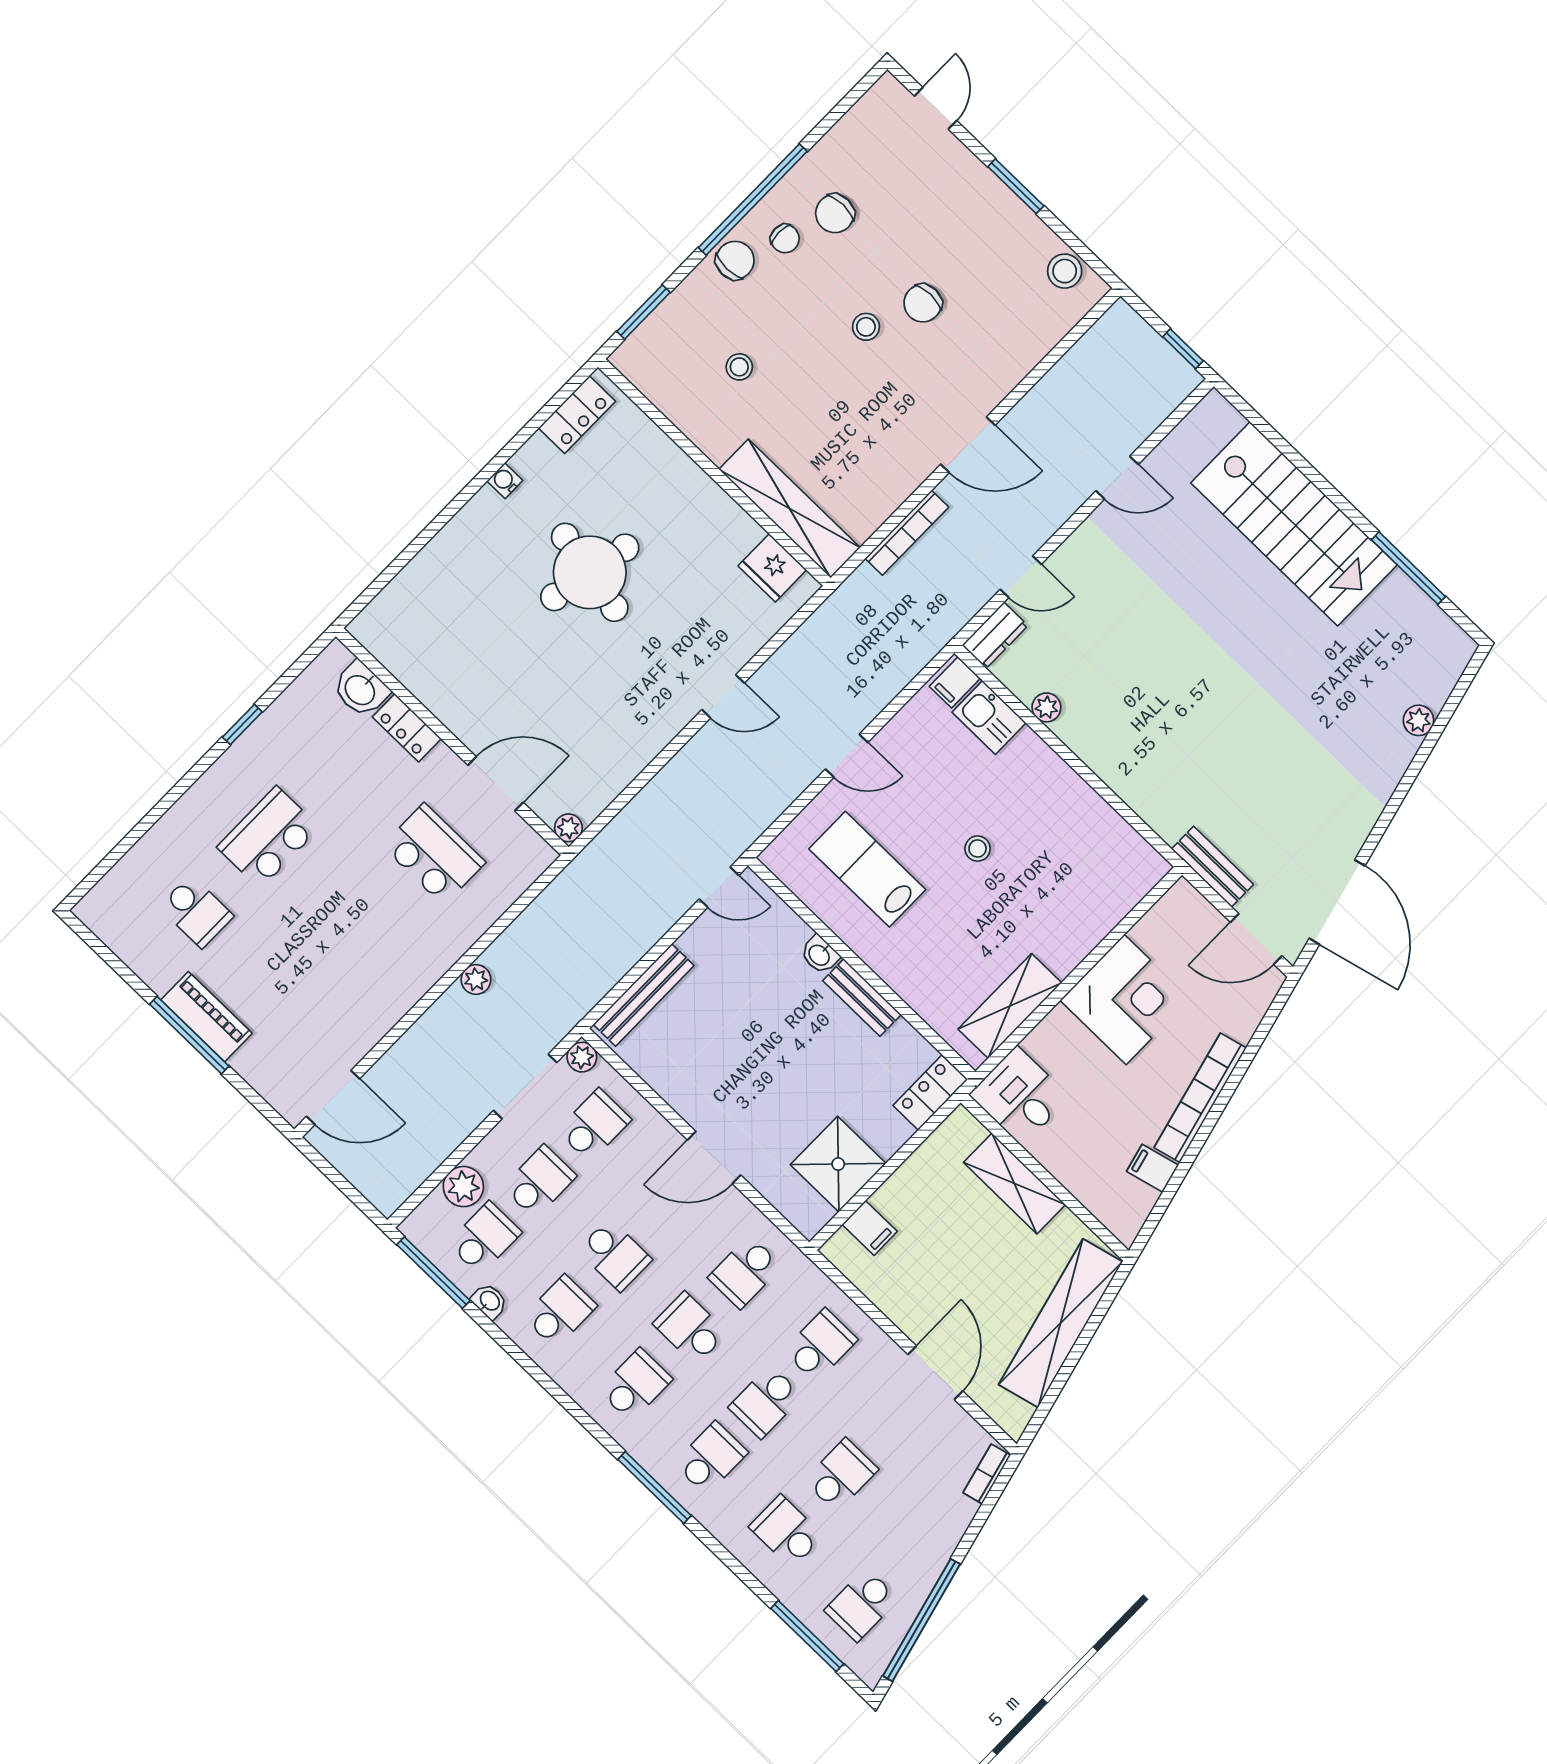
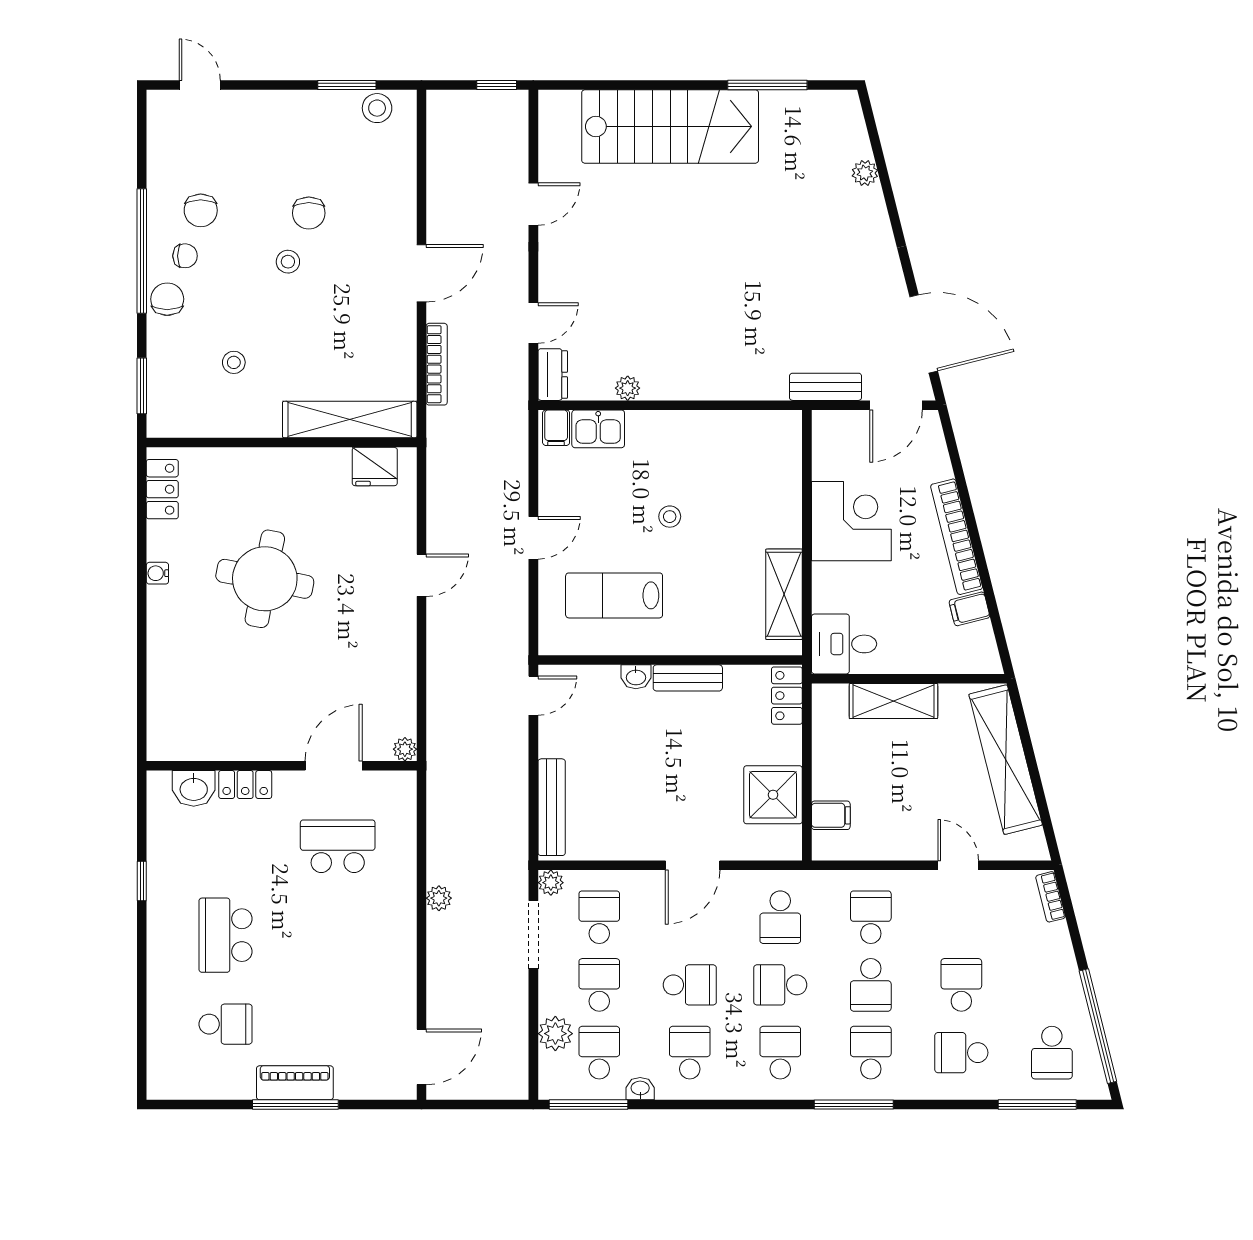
window: (1016, 186) -> (347, 85), moved
door: (935, 1373) -> (958, 865), width x0.73

